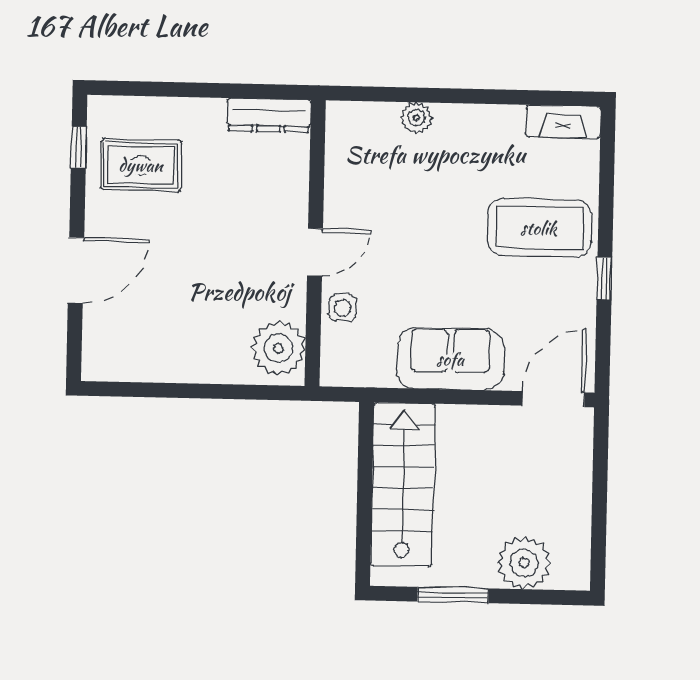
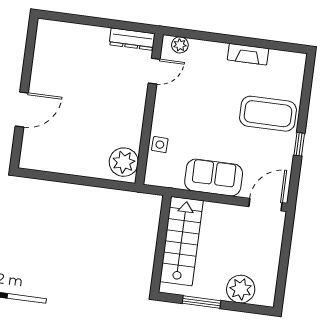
plant: (416, 118) -> (180, 45), moved
fireplace: (563, 122) -> (248, 54), moved
window: (79, 147) -> (30, 45), removed
rug: (141, 165) -> (62, 58), removed
door: (315, 252) -> (154, 71), moved

